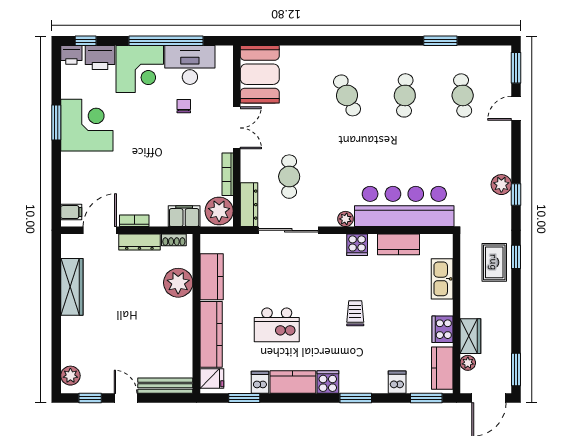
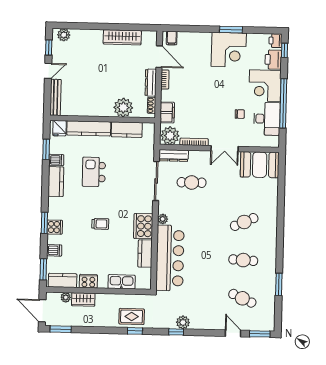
cafe table: (463, 95) -> (242, 298), turned 30
cooker: (357, 245) -> (143, 226), width x1.87, depth x1.31
cooker: (328, 382) -> (55, 227), moved

